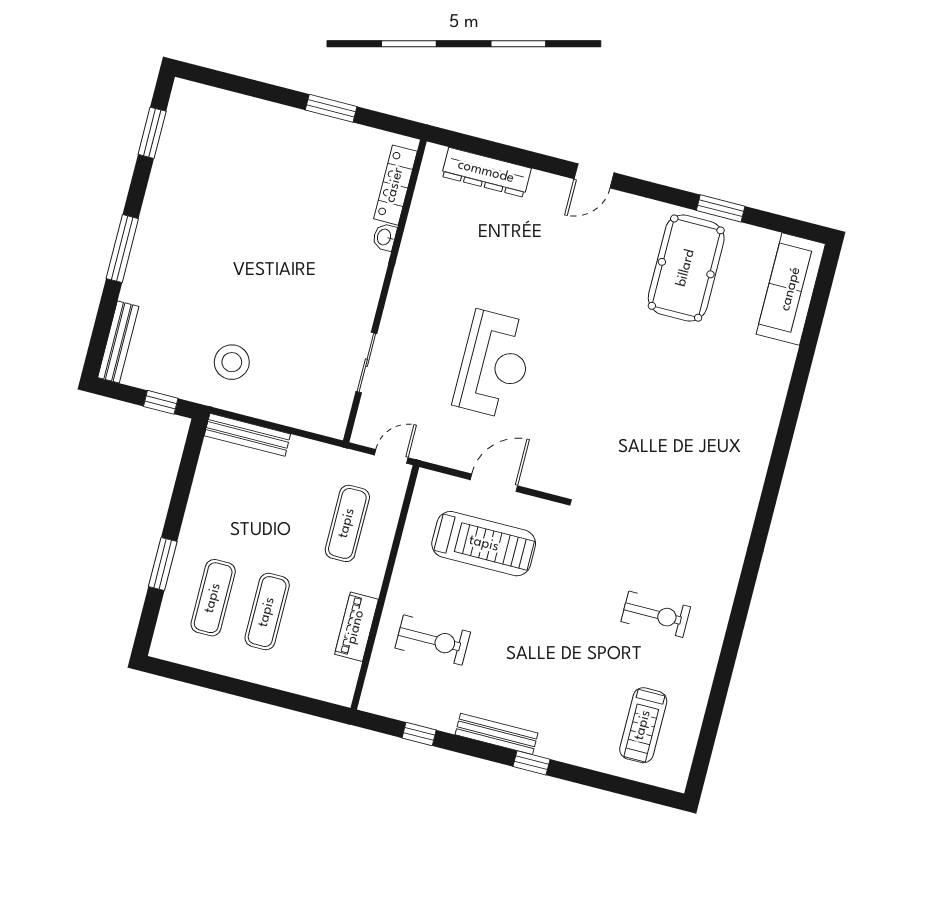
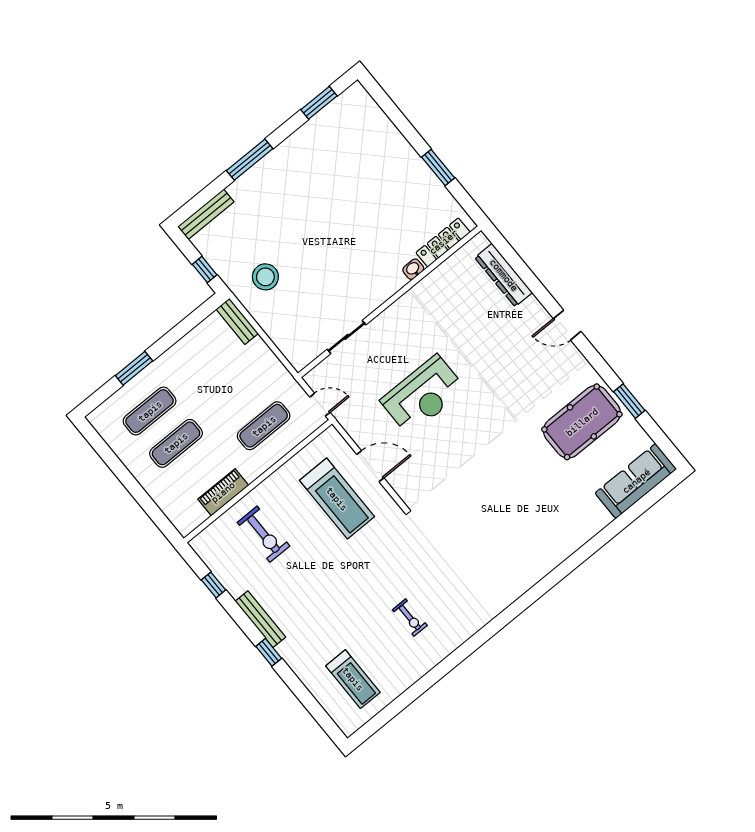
bench: (247, 435) -> (237, 321), width x0.73
exercise bike: (656, 614) -> (410, 618), width x0.73, depth x0.72
treadmill: (643, 725) -> (353, 679), turned -90

